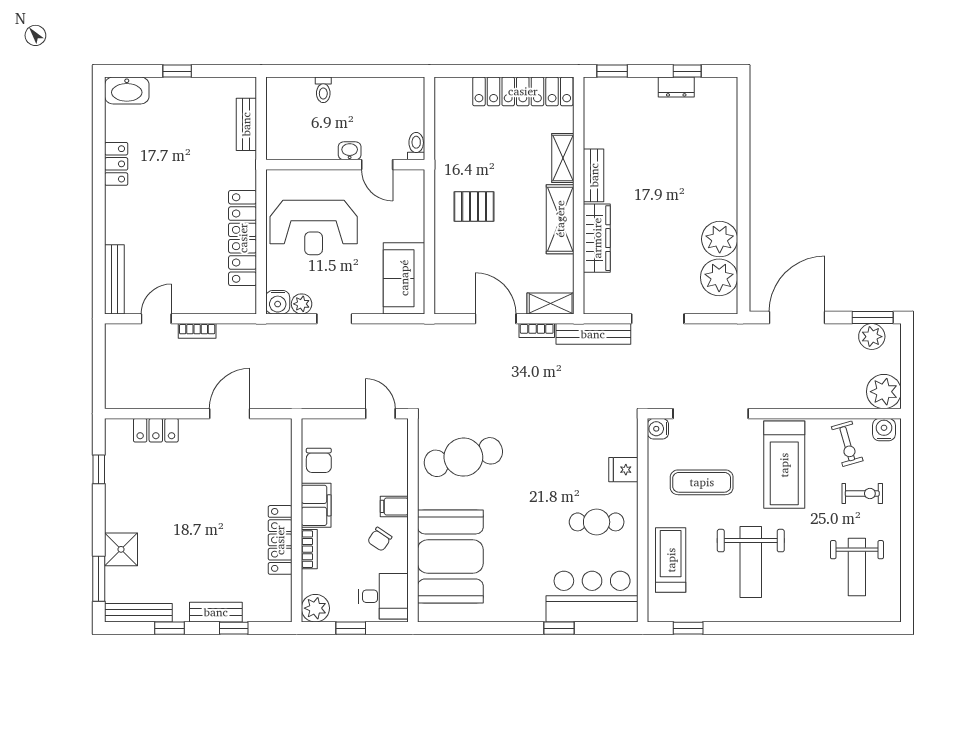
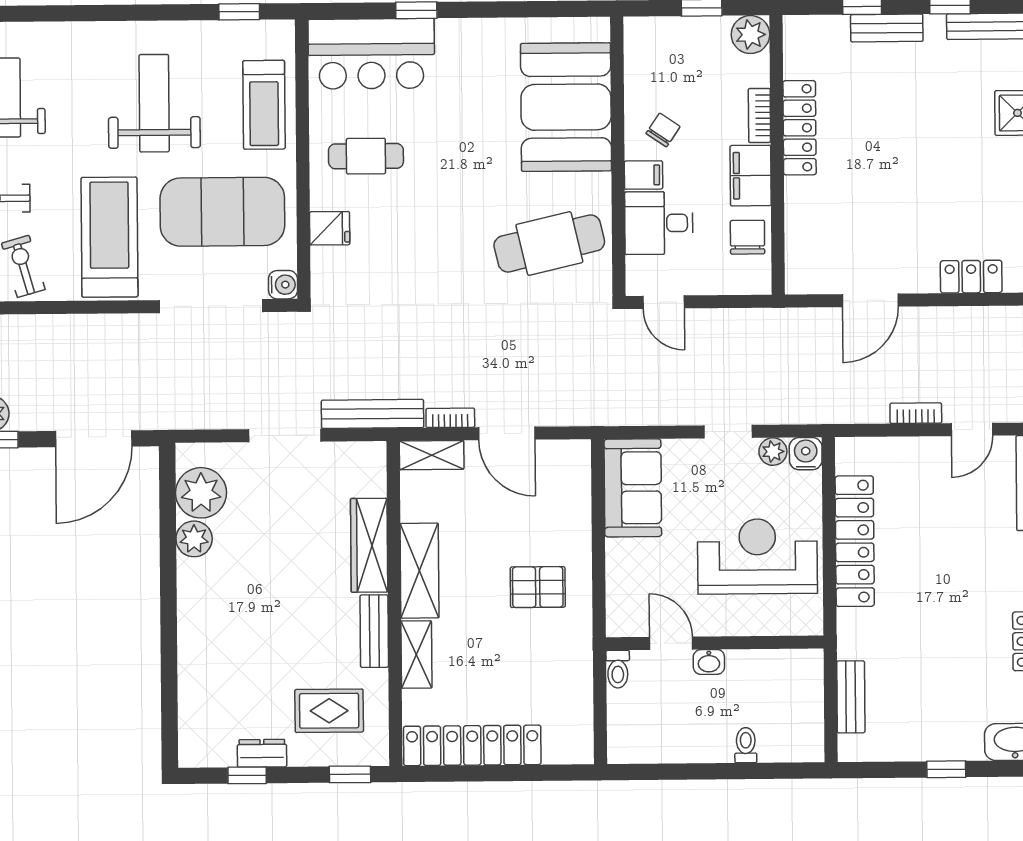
rug: (627, 118) -> (329, 711), added
plant: (720, 239) -> (194, 539), width x0.73, depth x0.73
exercise mat: (702, 482) -> (222, 212), width x2.00, depth x1.45
desk: (383, 596) -> (659, 223), moved

